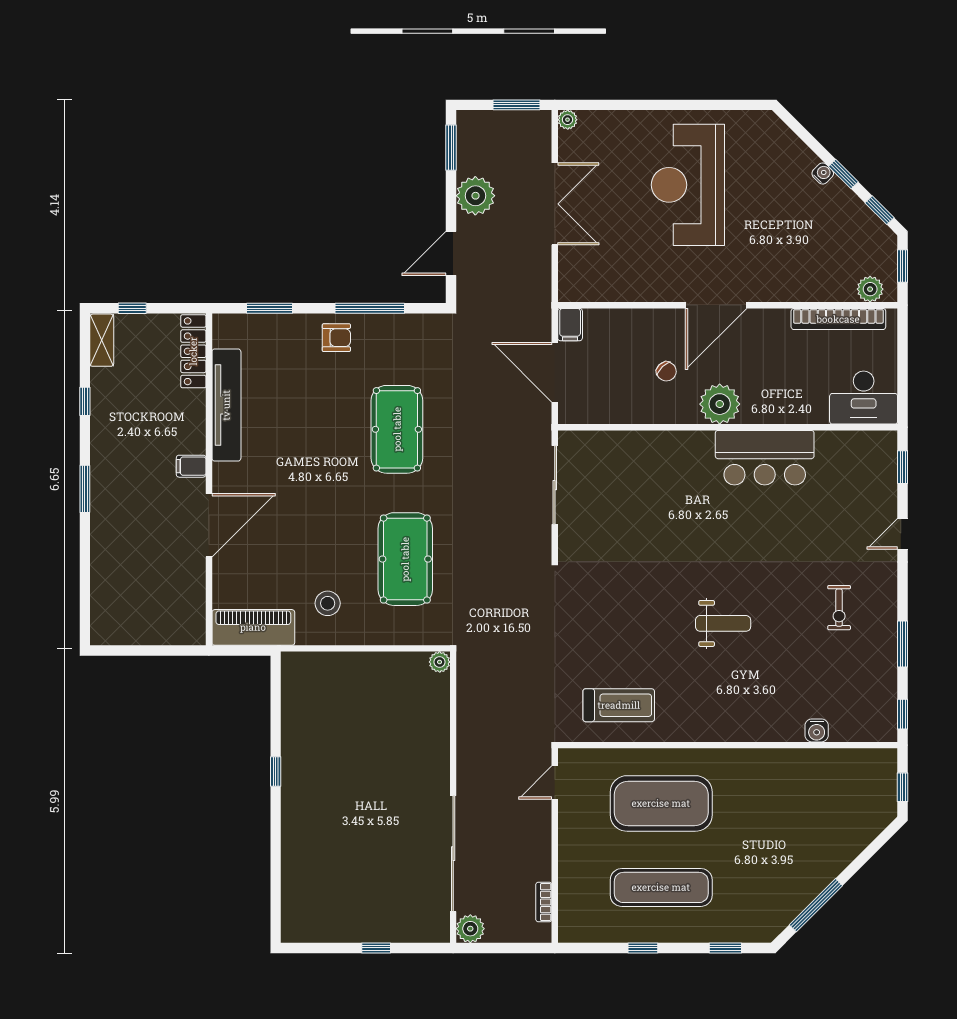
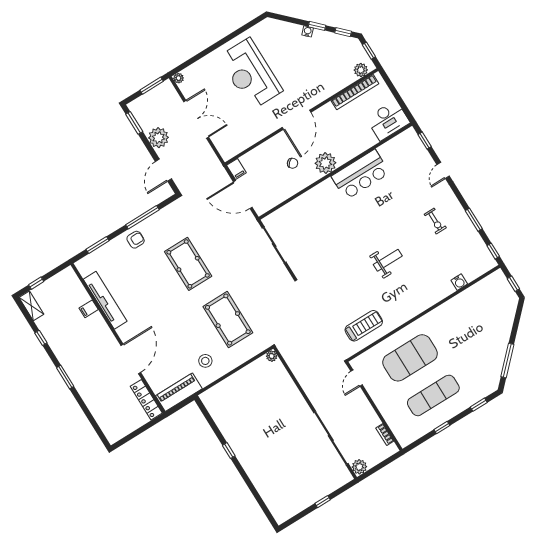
locker: (193, 351) -> (146, 400), moved
filing cabinet: (191, 466) -> (89, 309), moved

